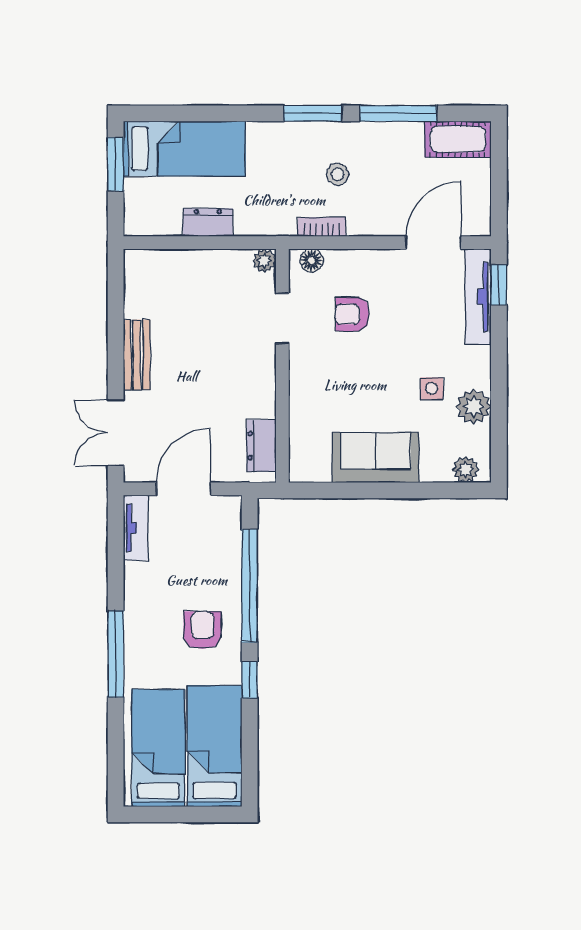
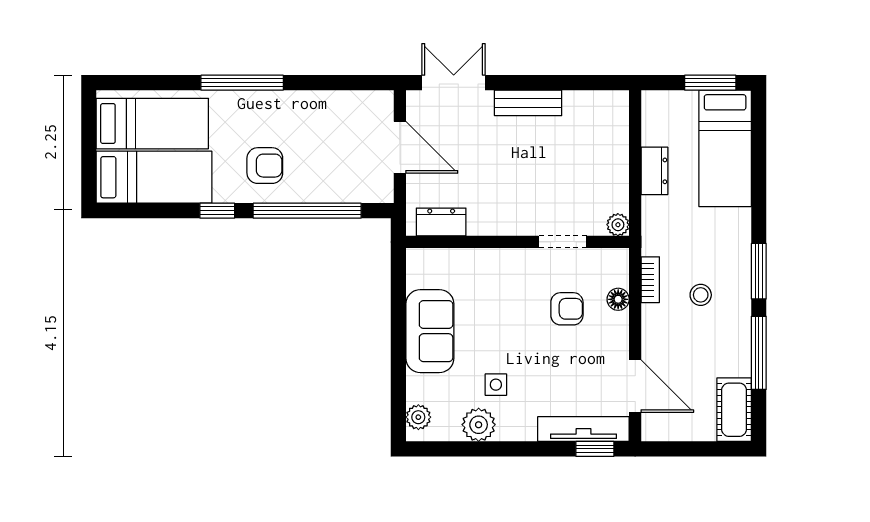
floor lamp: (312, 260) -> (618, 299), moved
armchair: (352, 314) -> (567, 309), turned 90
tv unit: (136, 528) -> (363, 102), removed

